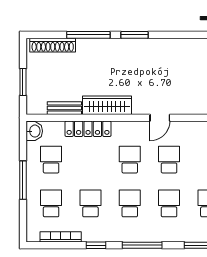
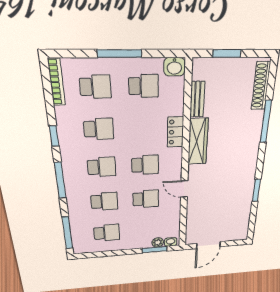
window: (134, 35) -> (256, 190), moved
locker: (88, 129) -> (175, 132), width x0.66
bookcase: (61, 237) -> (57, 82), moved

